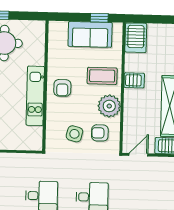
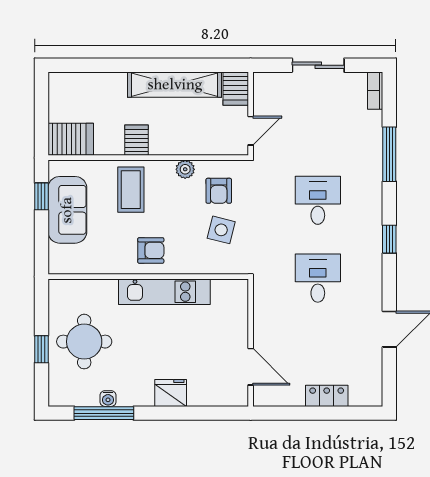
plant: (109, 106) -> (185, 169), width x0.53, depth x0.53
door: (138, 155) -> (251, 131), swing flipped

